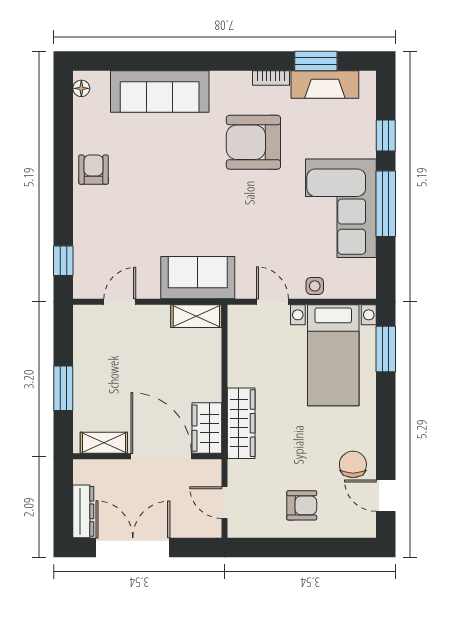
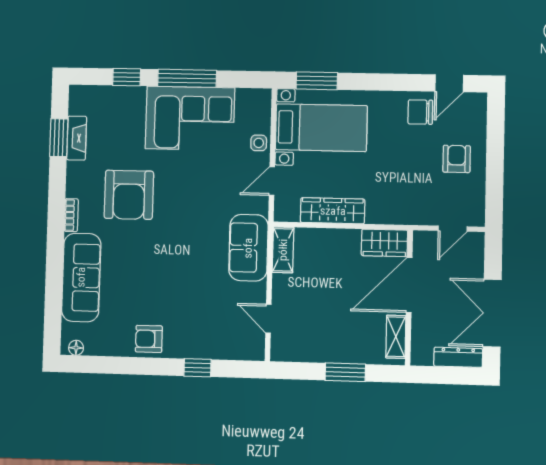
bookcase: (271, 78) -> (71, 215), moved
fireplace: (325, 85) -> (77, 138), width x0.73, depth x0.76
window: (63, 261) -> (197, 368), moved
wardrobe: (241, 423) -> (333, 211), moved

